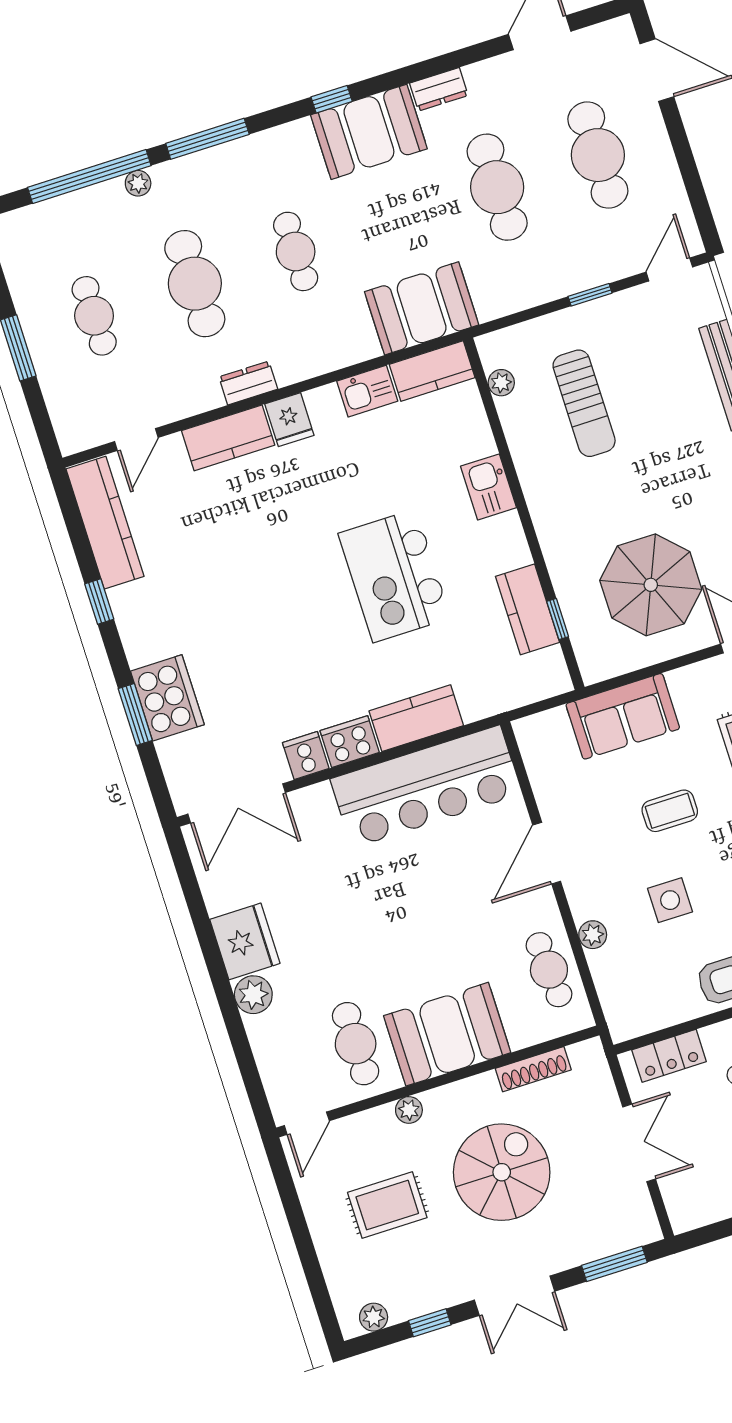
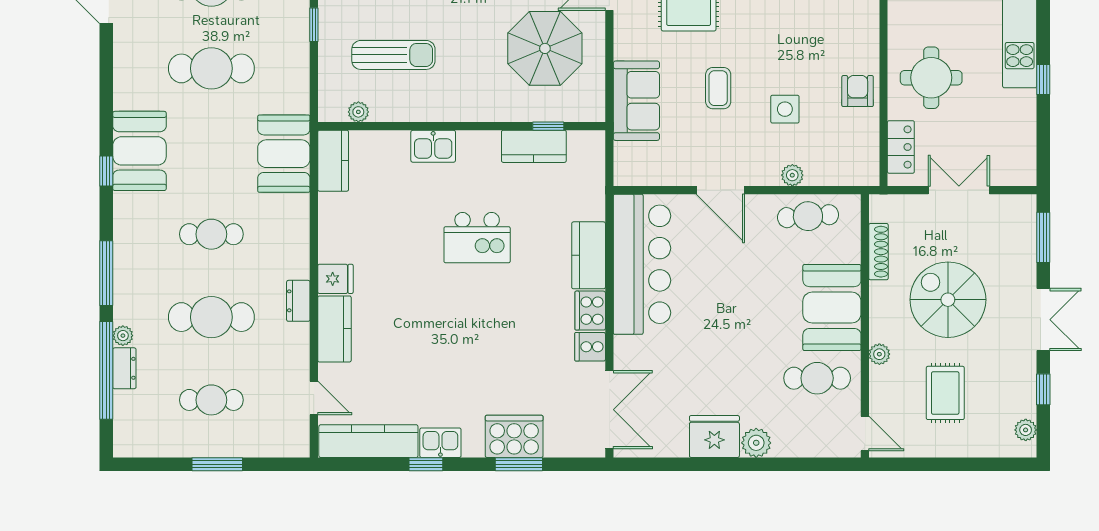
dresser: (439, 89) -> (124, 368), moved
kitchen sink: (367, 391) -> (440, 443), moved, turned -90
kitchen island: (394, 576) -> (477, 238), width x0.73, depth x0.78

